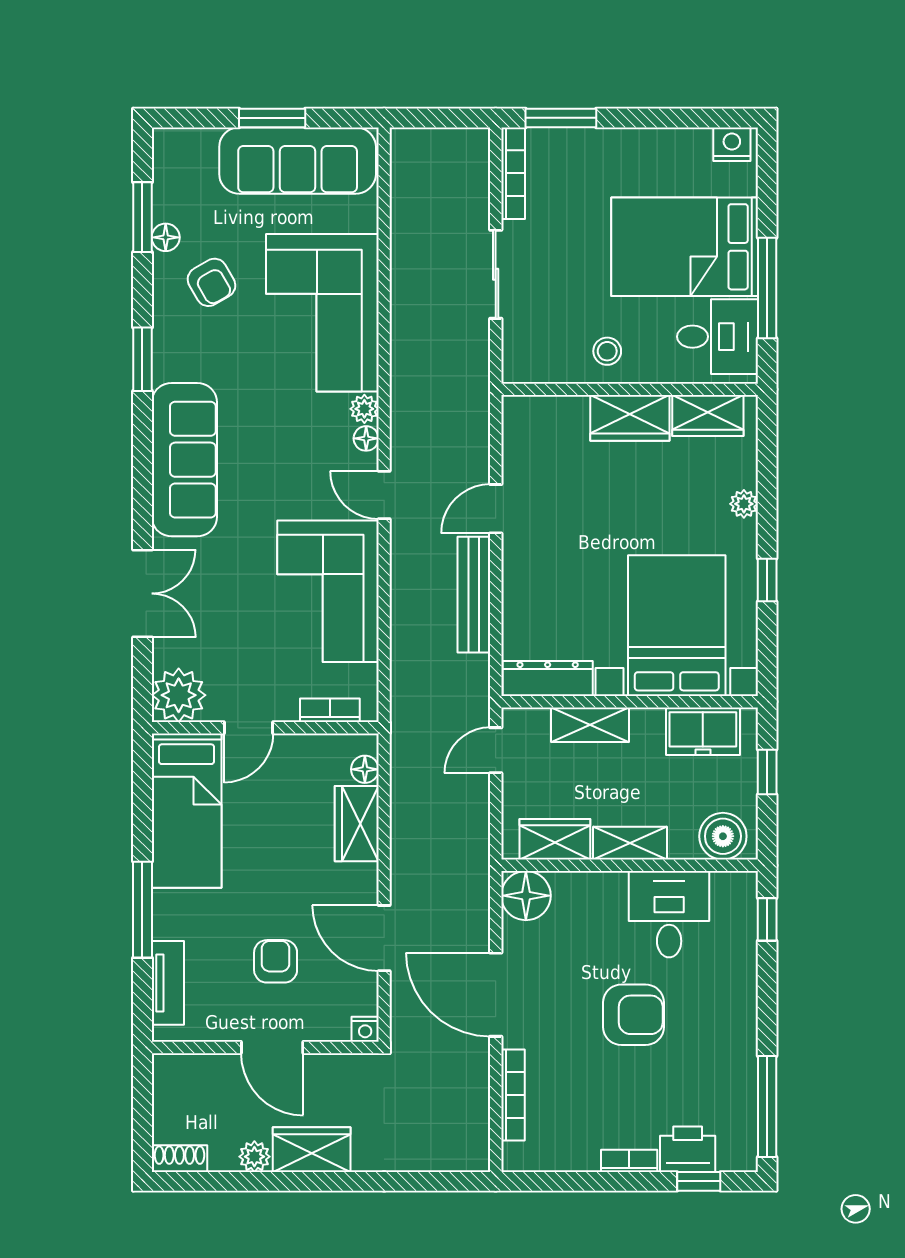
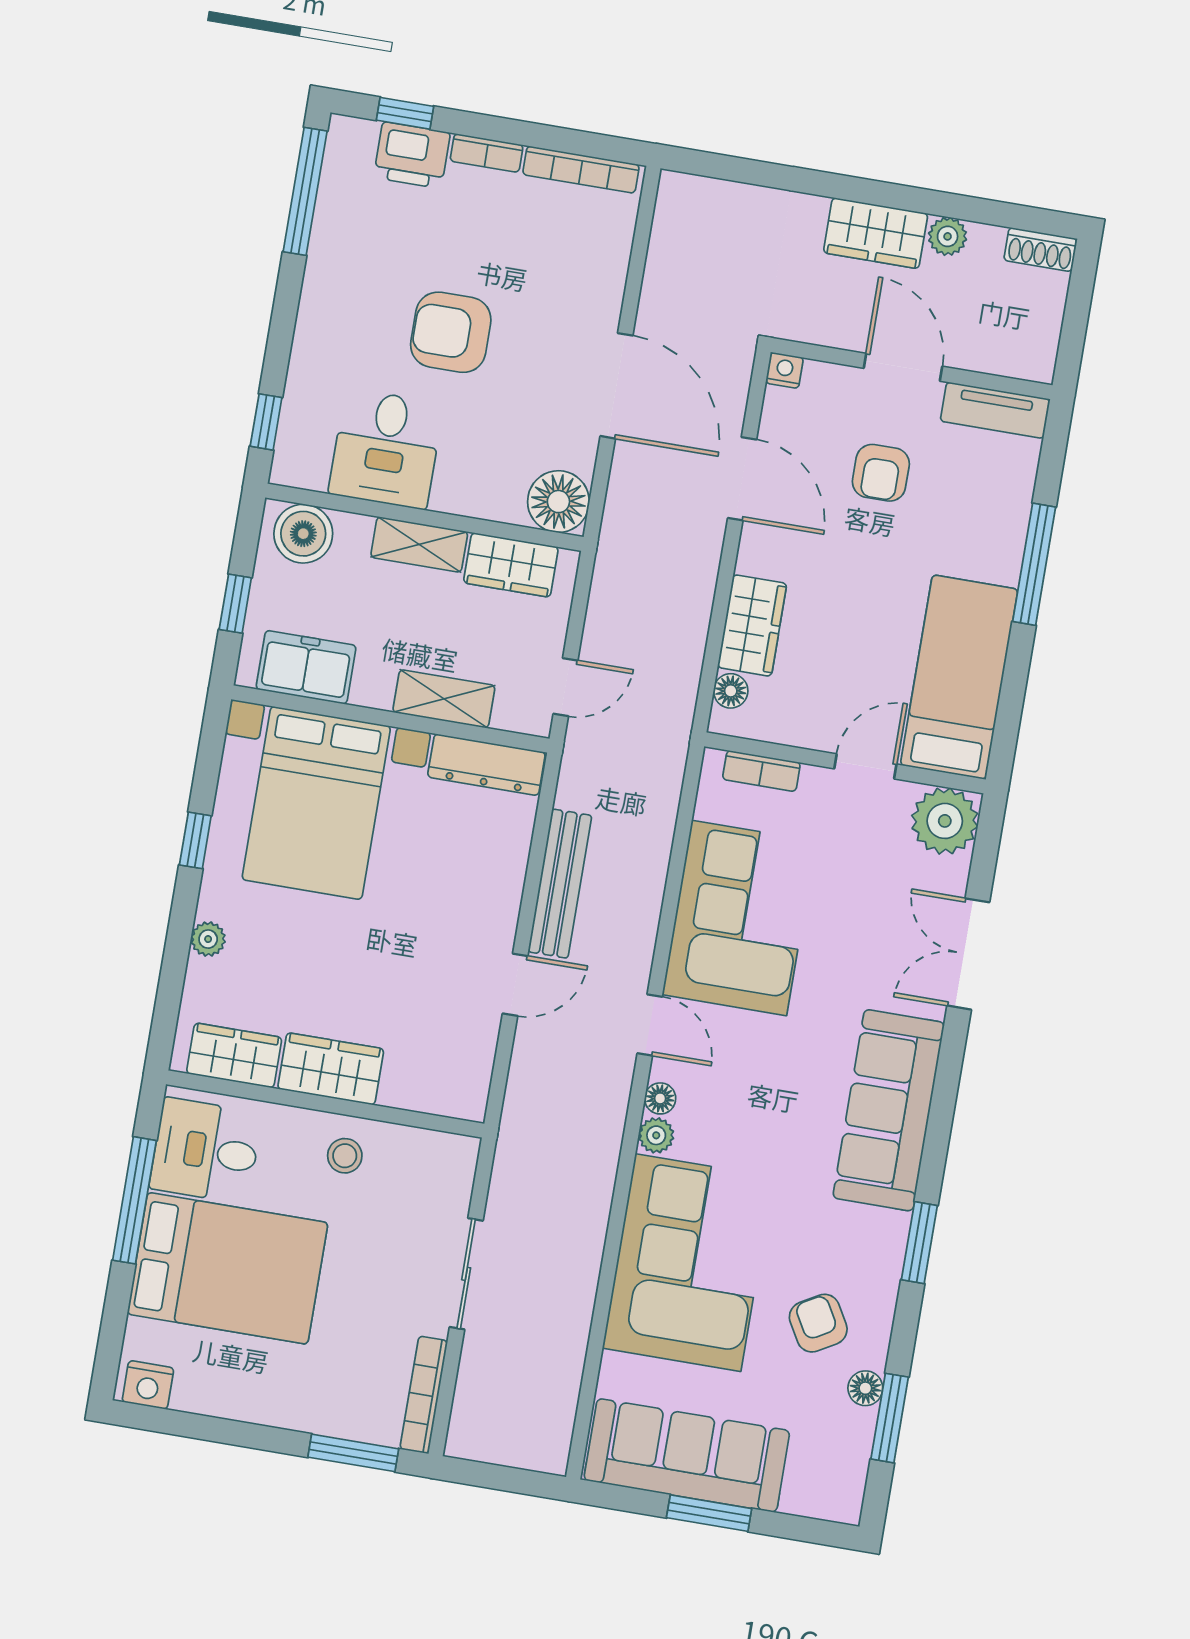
tv unit: (168, 983) -> (995, 410), moved, turned -90
bookcase: (513, 1095) -> (581, 170), moved, turned -90

